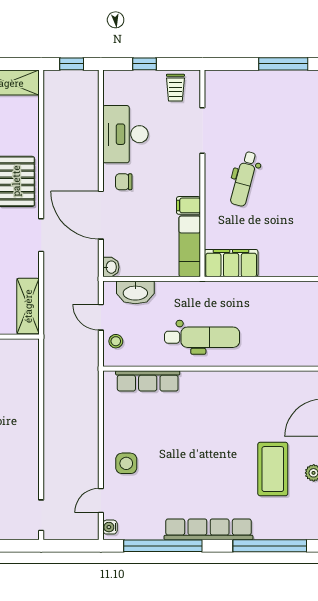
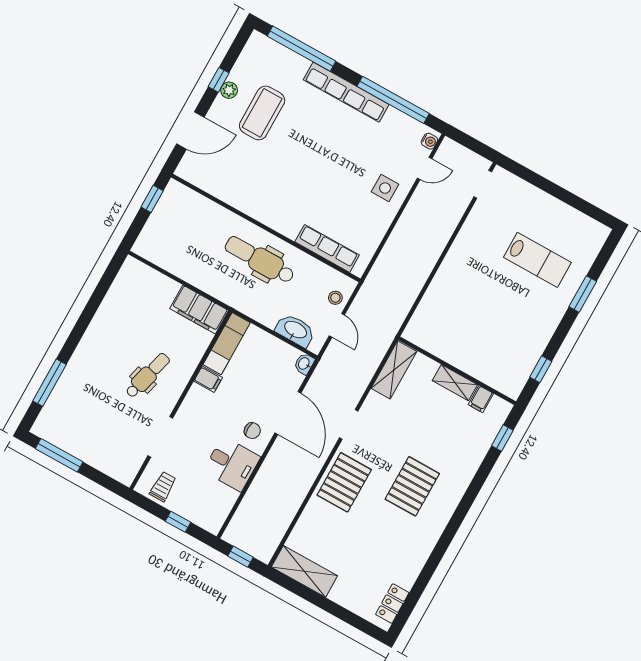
desk: (125, 134) -> (232, 464), width x0.73

